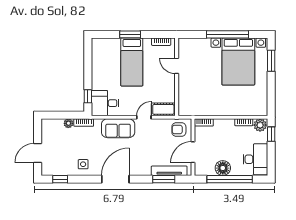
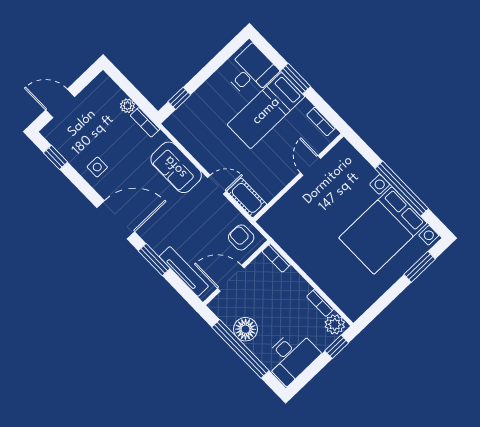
desk: (105, 103) -> (251, 71), moved, turned 90
window: (164, 179) -> (154, 260), moved

